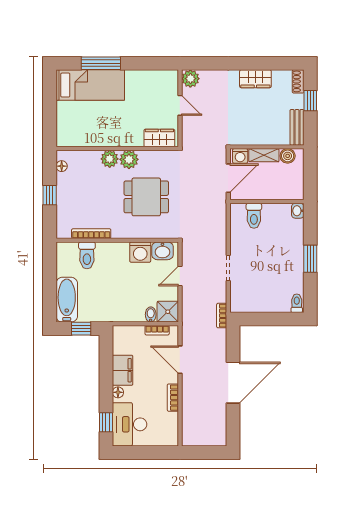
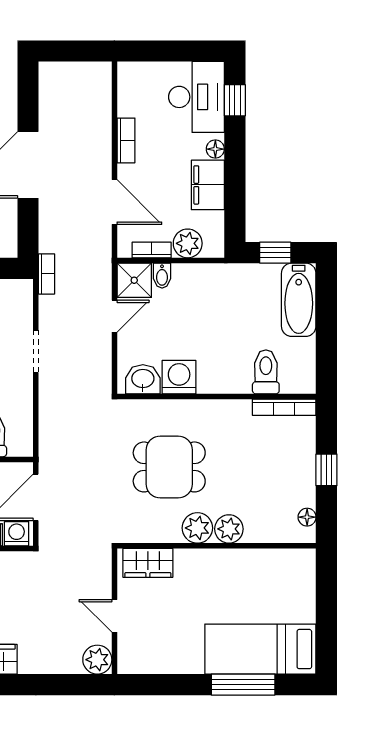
bookcase: (91, 234) -> (284, 407), moved
door: (180, 276) -> (114, 316), moved
plant: (135, 334) -> (188, 243), added

